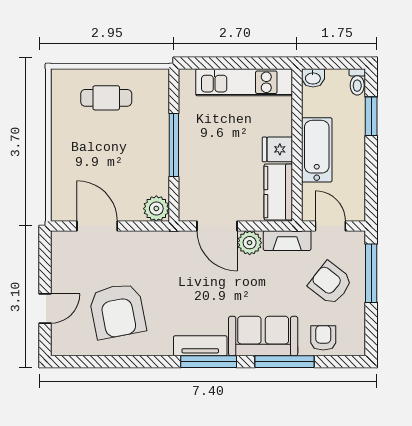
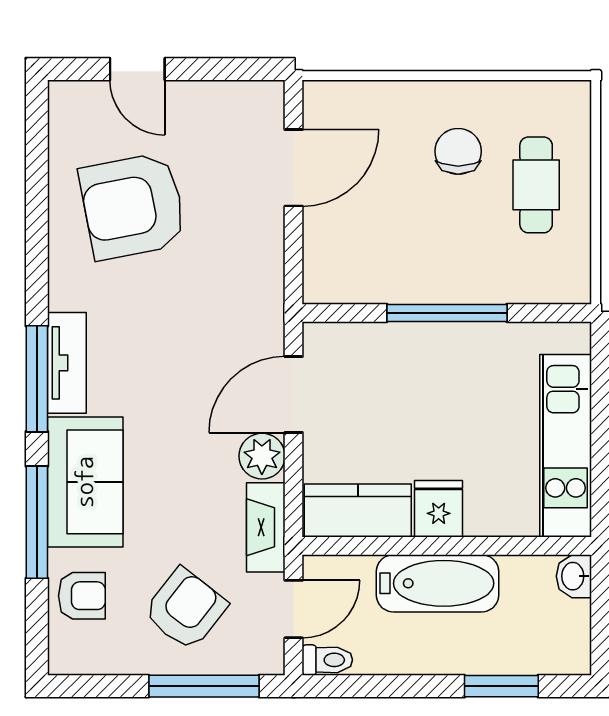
toilet: (357, 82) -> (327, 660), moved, turned 180
chair: (88, 139) -> (458, 151), added
plant: (156, 209) -> (327, 280), removed

